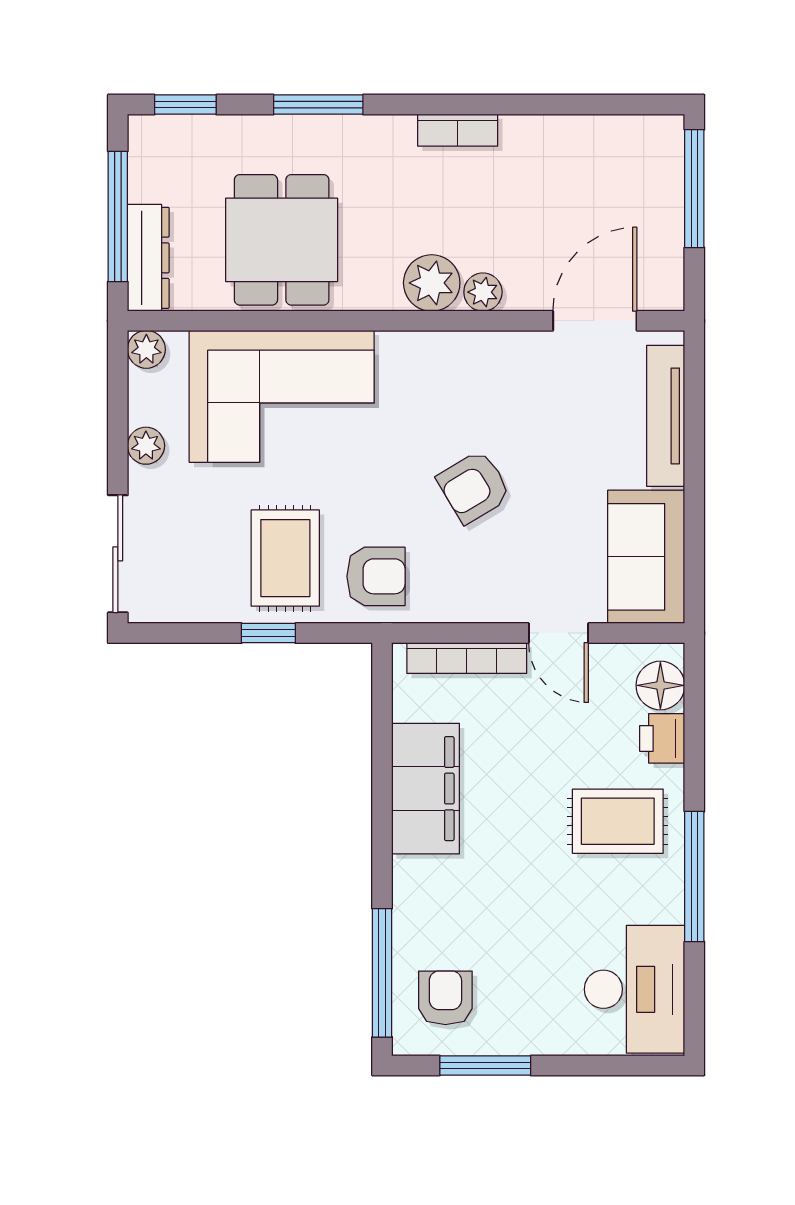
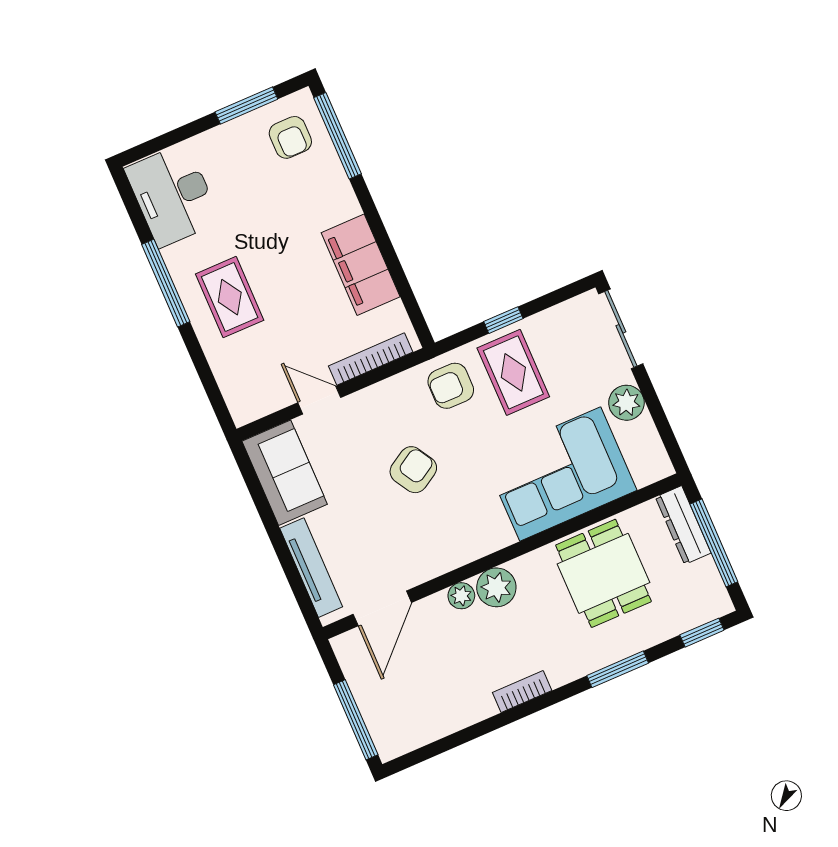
plant: (146, 349) -> (659, 466), removed
plant: (146, 446) -> (626, 403), width x1.38, depth x1.38
floor lamp: (660, 685) -> (240, 395), removed
printer: (662, 738) -> (224, 362), removed
rug: (618, 821) -> (230, 297), turned 90

